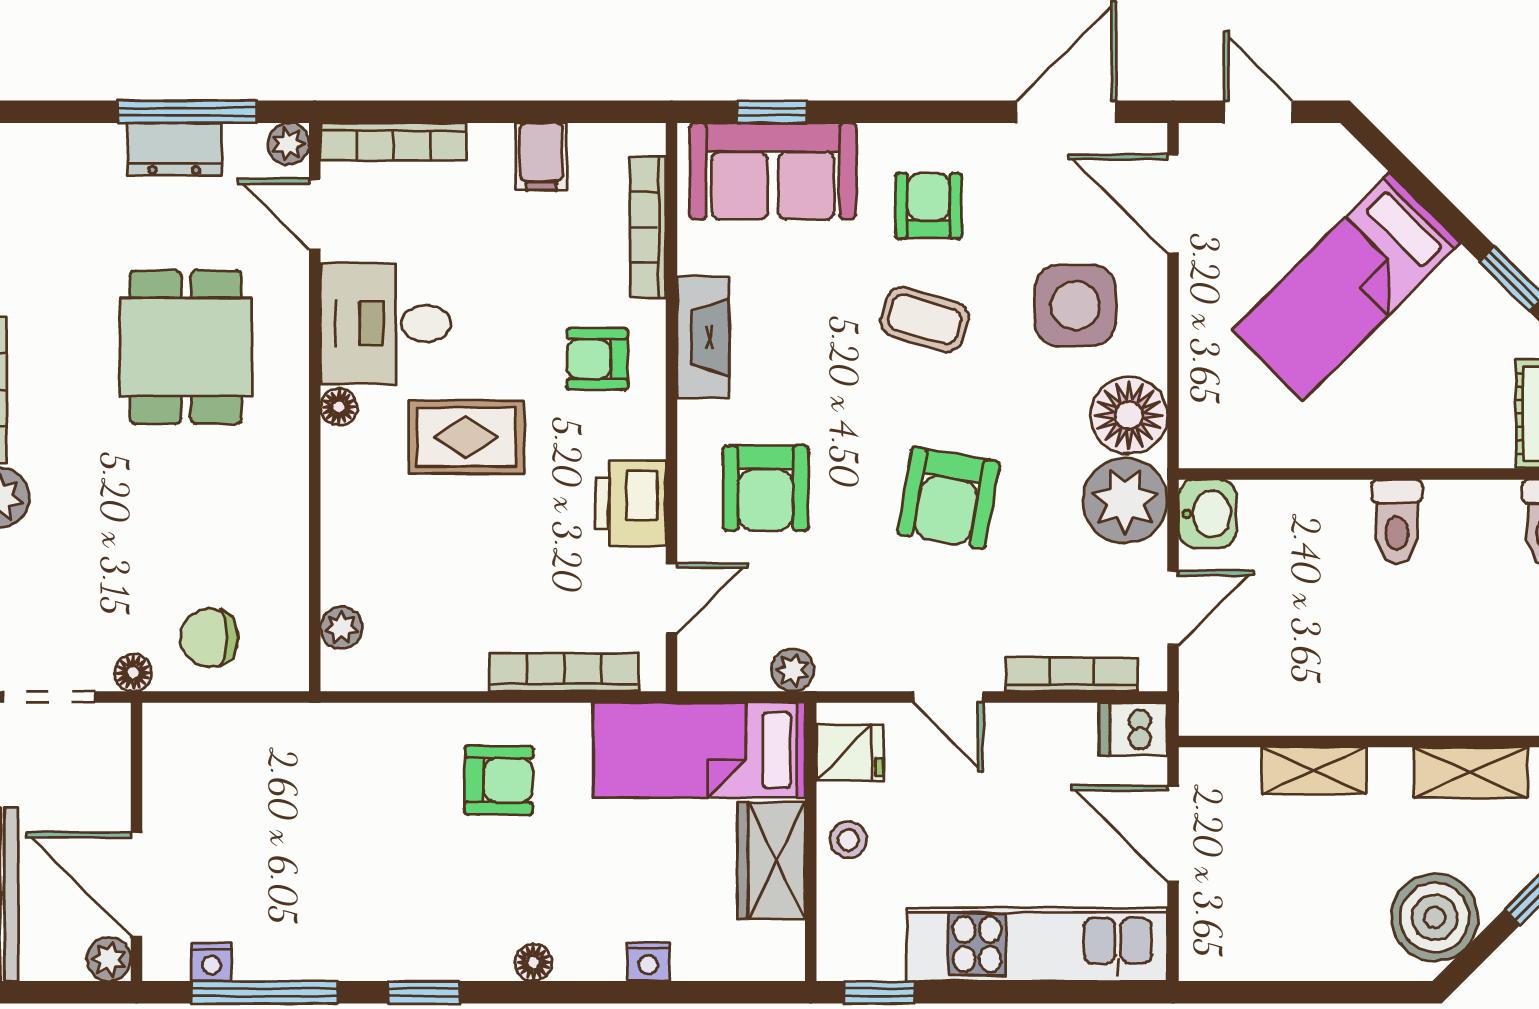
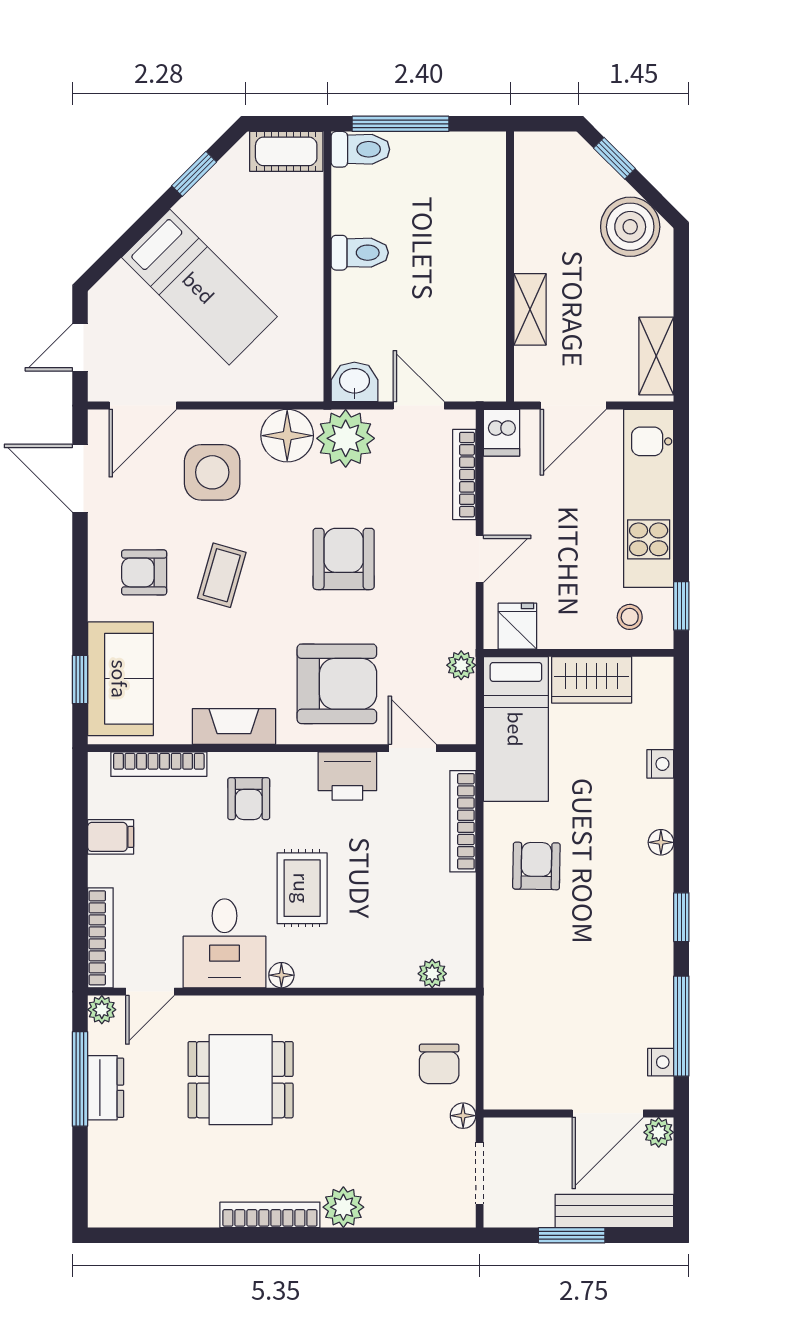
armchair: (766, 488) -> (337, 684), width x1.36, depth x1.36
armchair: (948, 498) -> (344, 559), turned -100
shelving: (1471, 773) -> (656, 356), moved
stool: (848, 840) -> (630, 617), moved

